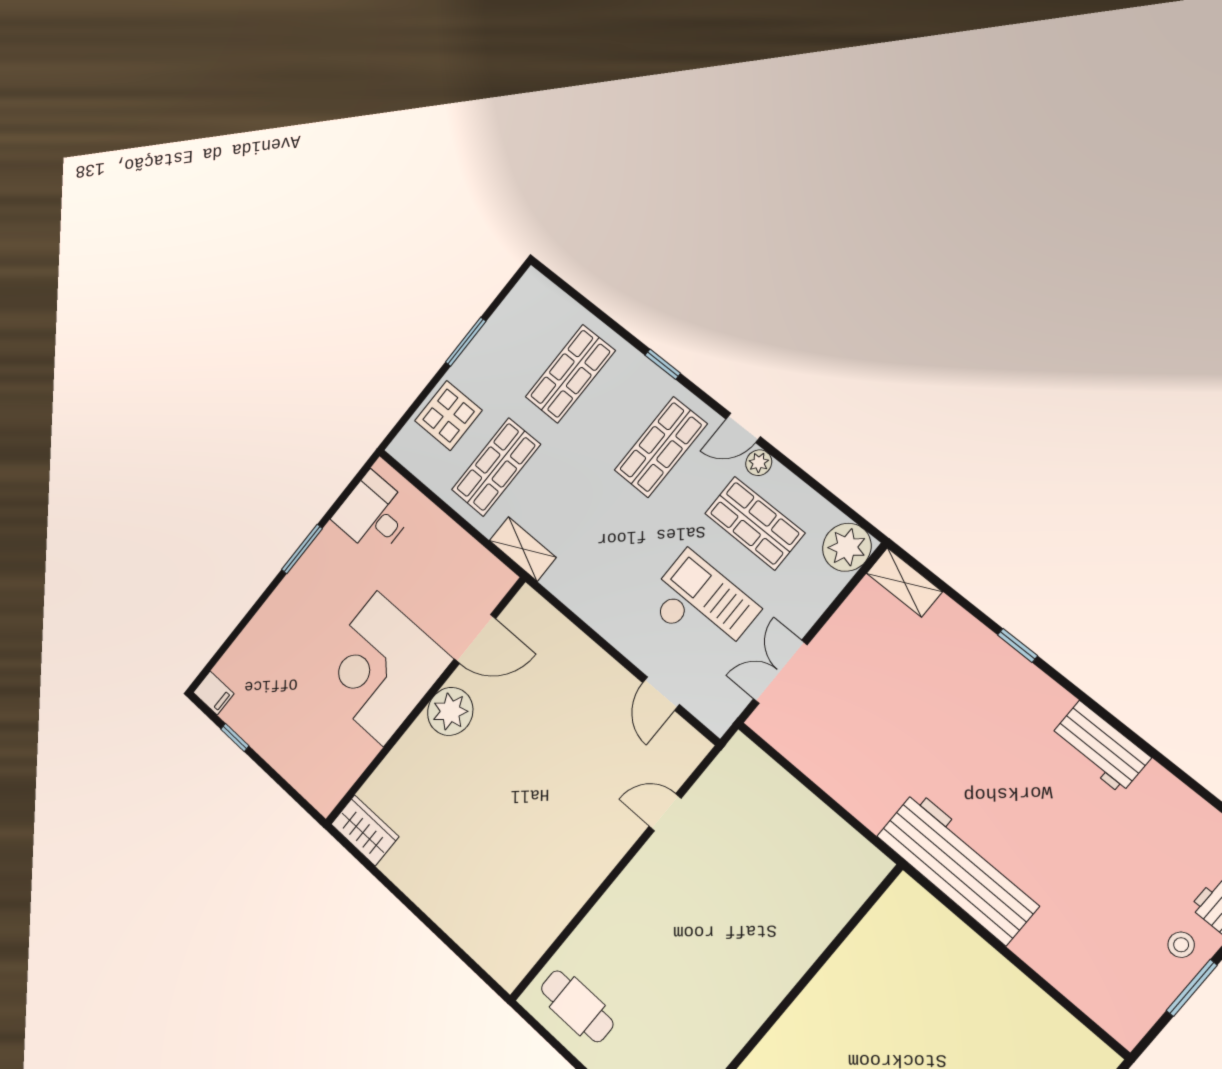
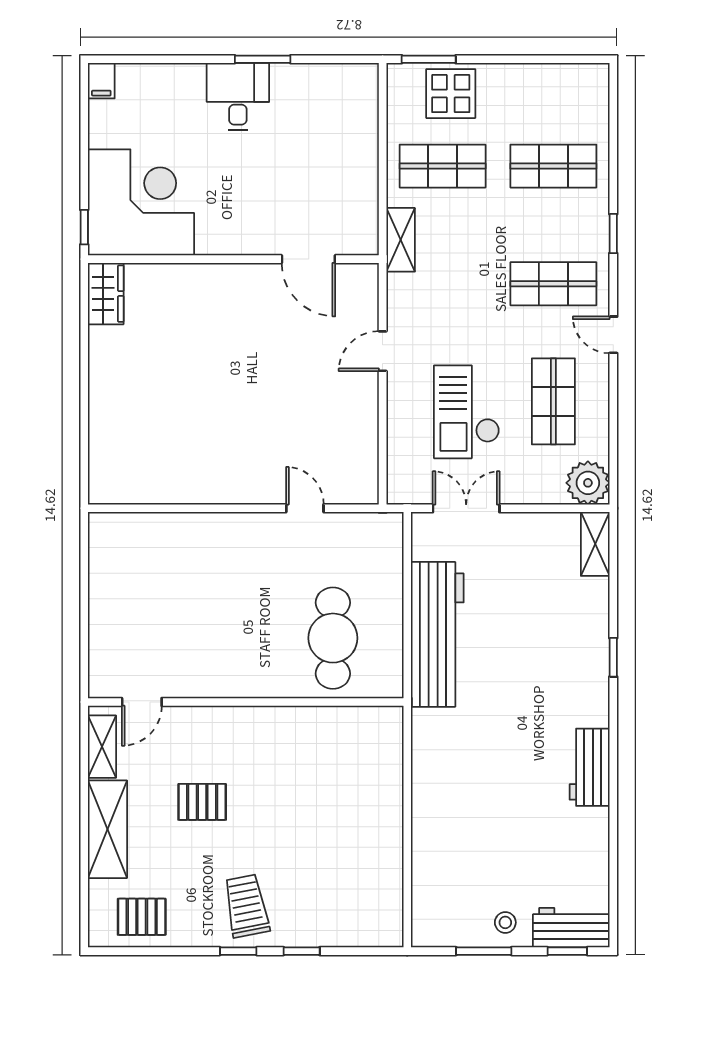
window: (466, 342) -> (429, 59), moved
plant: (759, 463) -> (598, 368), removed
desk: (374, 514) -> (238, 97), moved
checkout: (702, 606) -> (467, 412), turned 180
corner desk: (380, 668) -> (141, 202), moved, turned 90
door: (661, 694) -> (383, 351), moved
plant: (450, 711) -> (242, 285), removed
window: (235, 737) -> (84, 227), moved
workbench: (960, 867) -> (437, 634), moved
cafe table: (577, 1006) -> (333, 638), moved, width x1.37, depth x1.35

